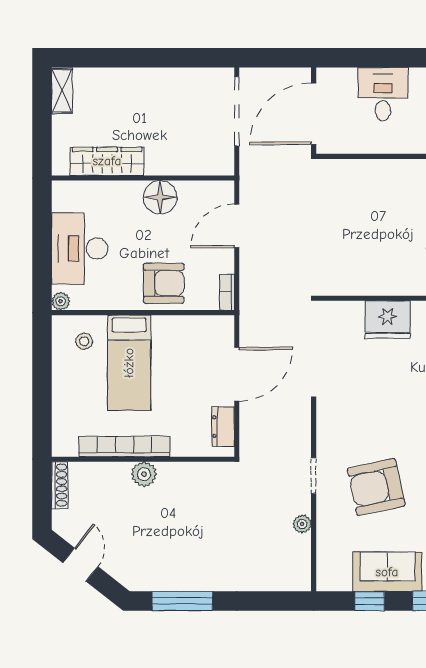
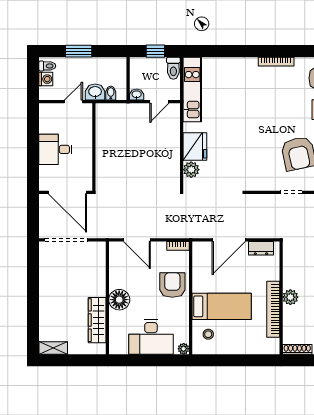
floor lamp: (160, 197) -> (119, 300), moved
plant: (350, 314) -> (191, 170), added
door: (237, 374) -> (229, 240), swing flipped

